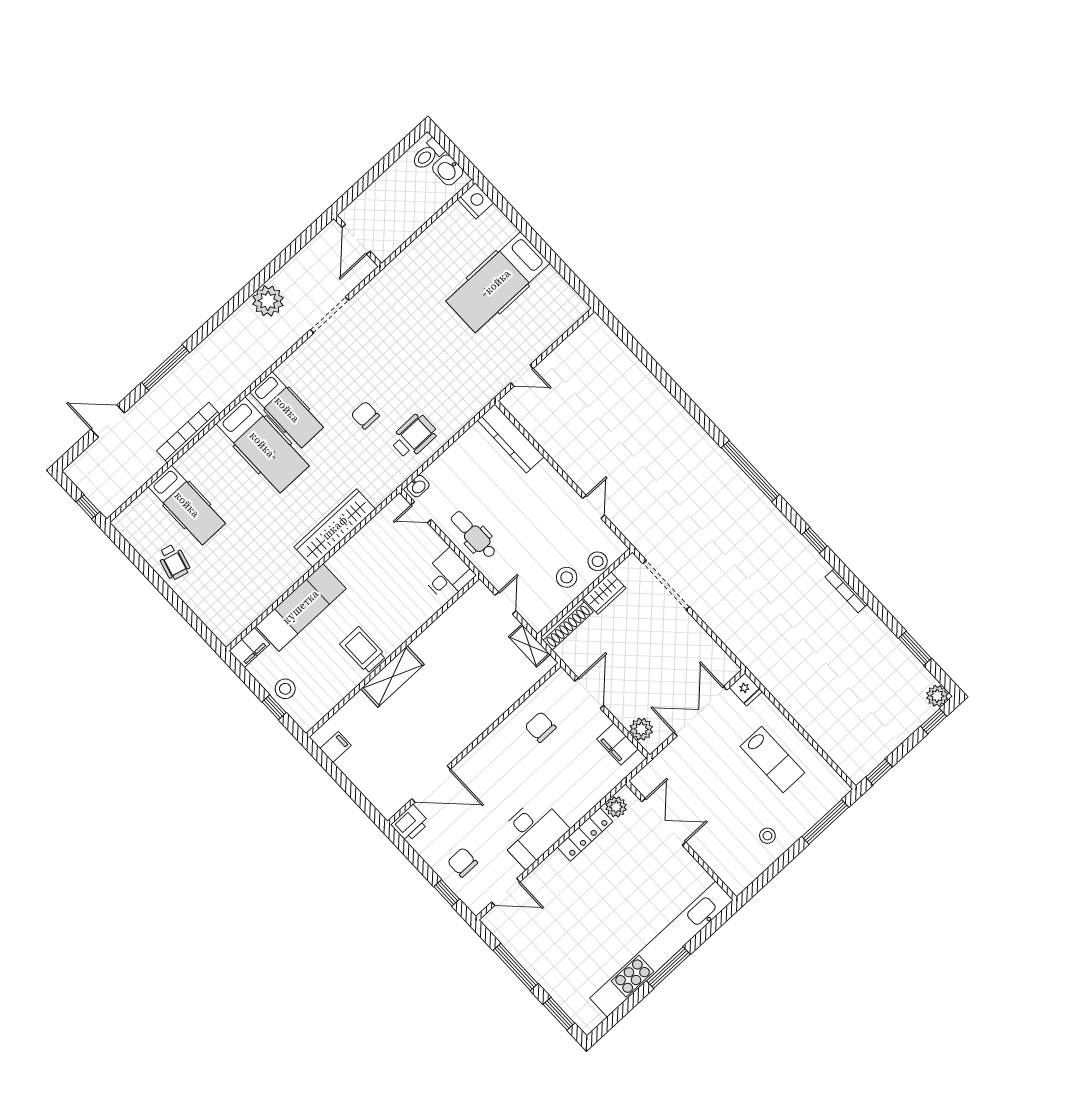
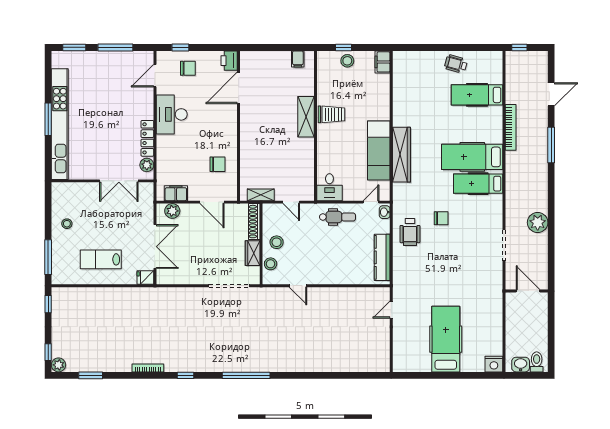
kitchen counter: (511, 438) -> (382, 257), moved, turned -90
exam couch: (301, 607) -> (379, 151), moved

